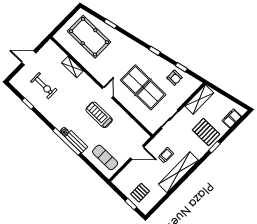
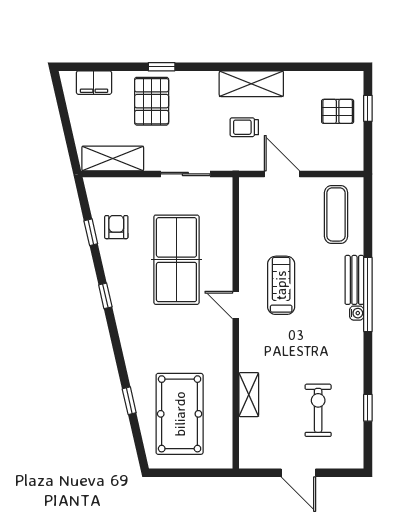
door: (108, 93) -> (236, 305), hinge flipped
treadmill: (99, 115) -> (281, 285), turned 180
shelving: (178, 172) -> (251, 84), width x0.68

